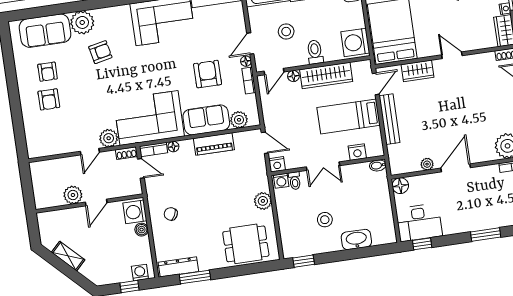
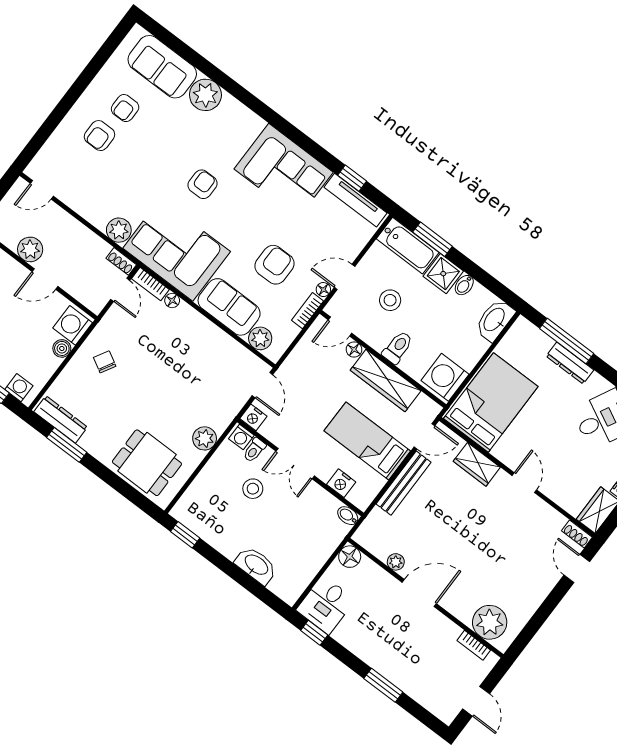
armchair: (100, 52) -> (203, 184), moved, turned -78
piano: (214, 144) -> (213, 337), removed
door: (90, 152) -> (42, 190), moved
stool: (325, 220) -> (253, 489), moved
desk: (419, 222) -> (326, 605), width x0.73

